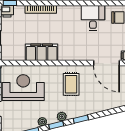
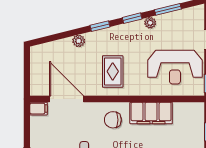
chair: (71, 47) -> (113, 120), added
plant: (62, 117) -> (79, 41), moved

